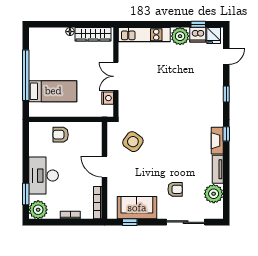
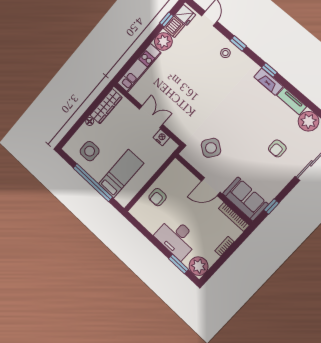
side table: (47, 52) -> (90, 151), added
double door: (116, 76) -> (151, 117), swing flipped
stool: (211, 91) -> (225, 53), added
armchair: (175, 189) -> (277, 148), turned 180
sofa: (137, 208) -> (245, 199), moved, turned 90

